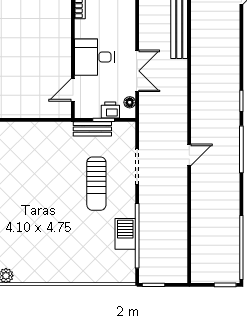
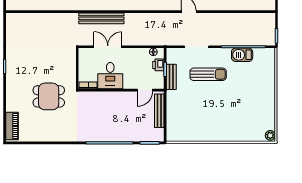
desk: (94, 57) -> (110, 76), moved
double door: (137, 71) -> (108, 47), moved
door: (73, 90) -> (145, 90), hinge flipped
bench: (43, 111) -> (159, 111), added

